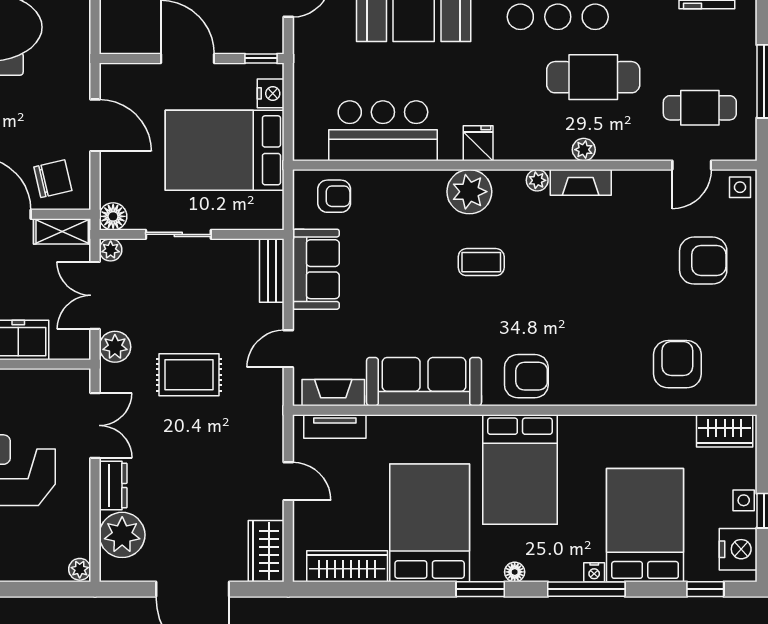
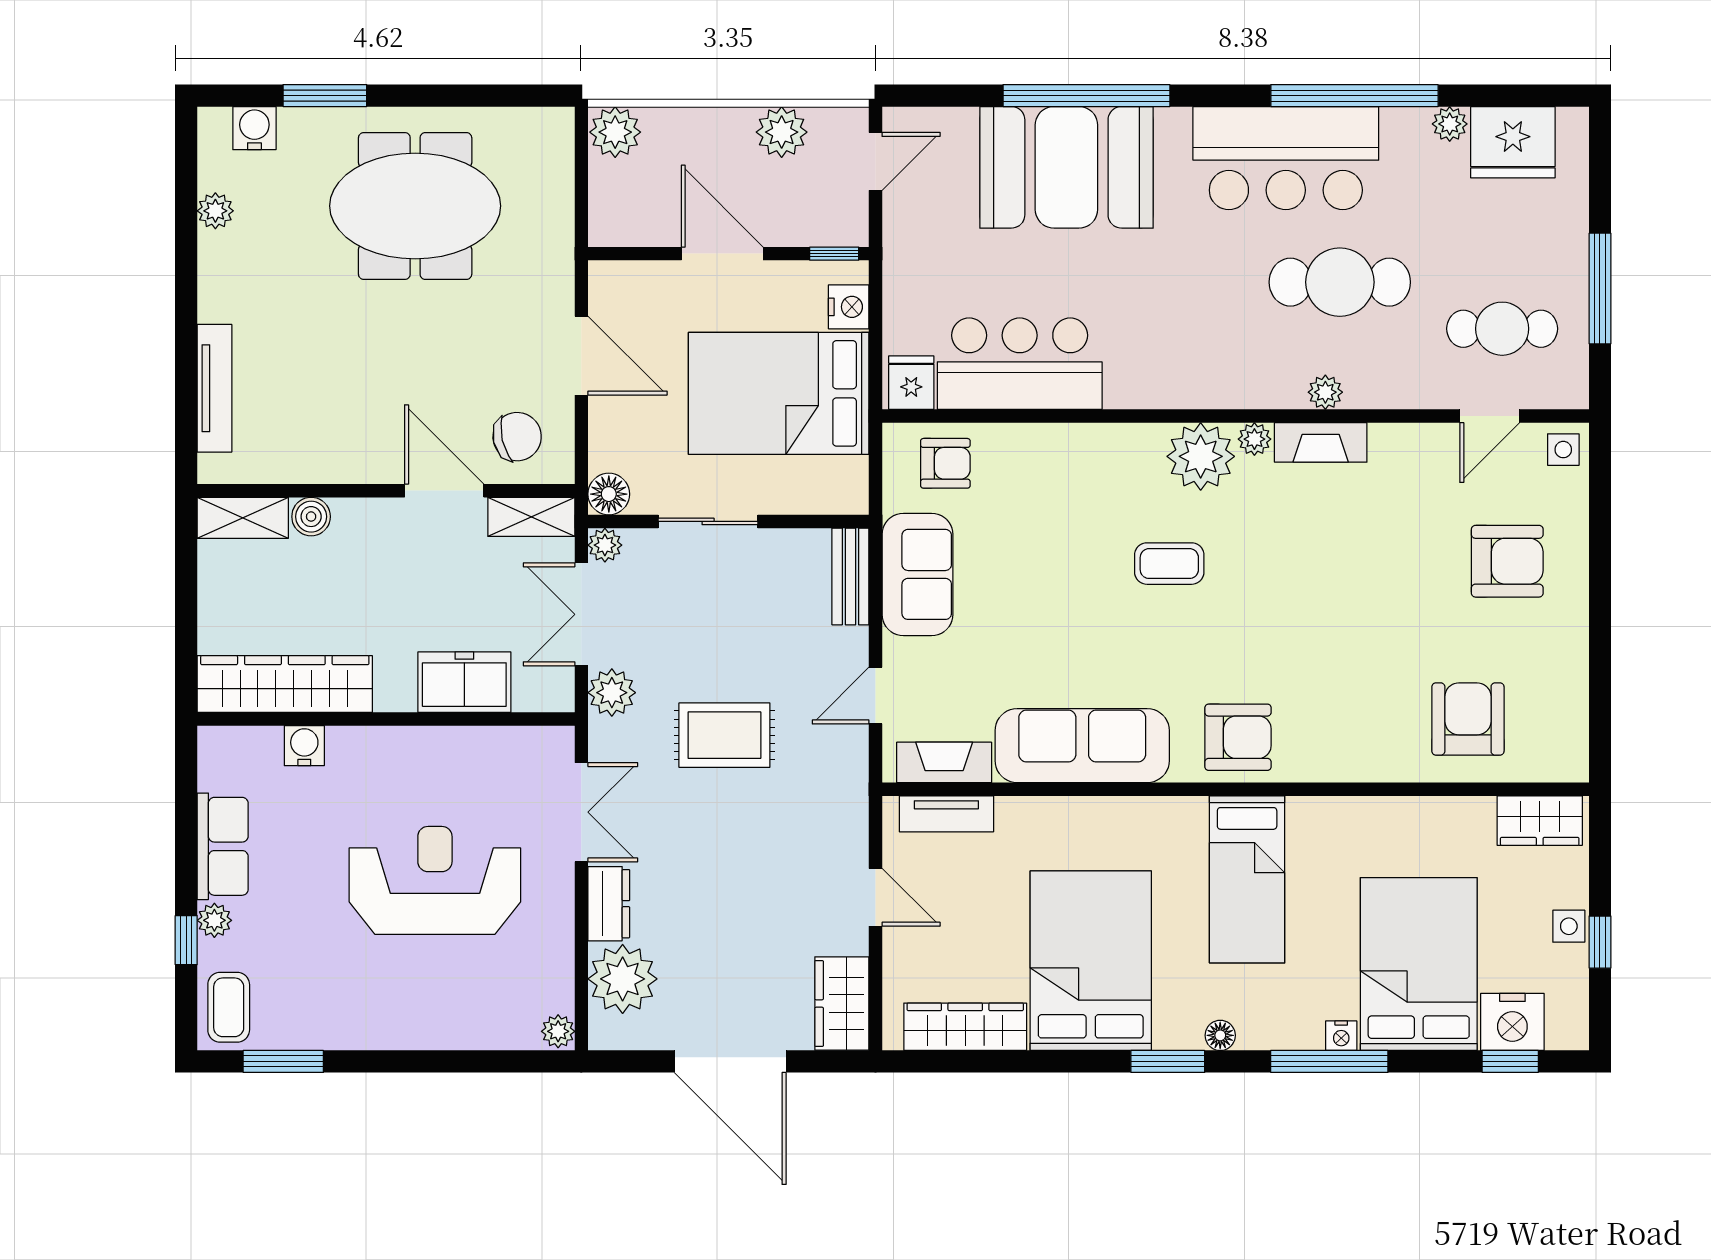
fridge: (478, 143) -> (911, 383), moved
plant: (469, 192) -> (1201, 456), moved
bed: (520, 470) -> (1247, 879), width x0.67
nightstand: (738, 549) -> (1512, 1022), moved, turned 90

